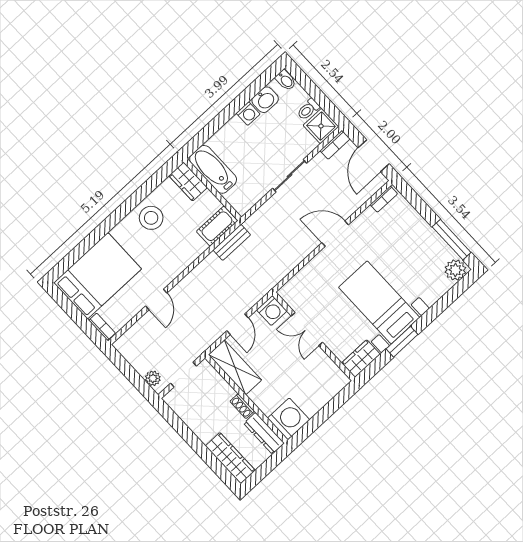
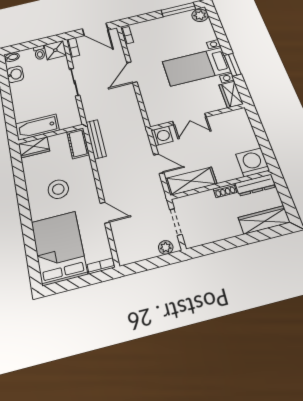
washing machine: (248, 114) -> (16, 88), removed
stool: (151, 218) -> (58, 189), moved
bench: (232, 242) -> (96, 139), width x1.36

